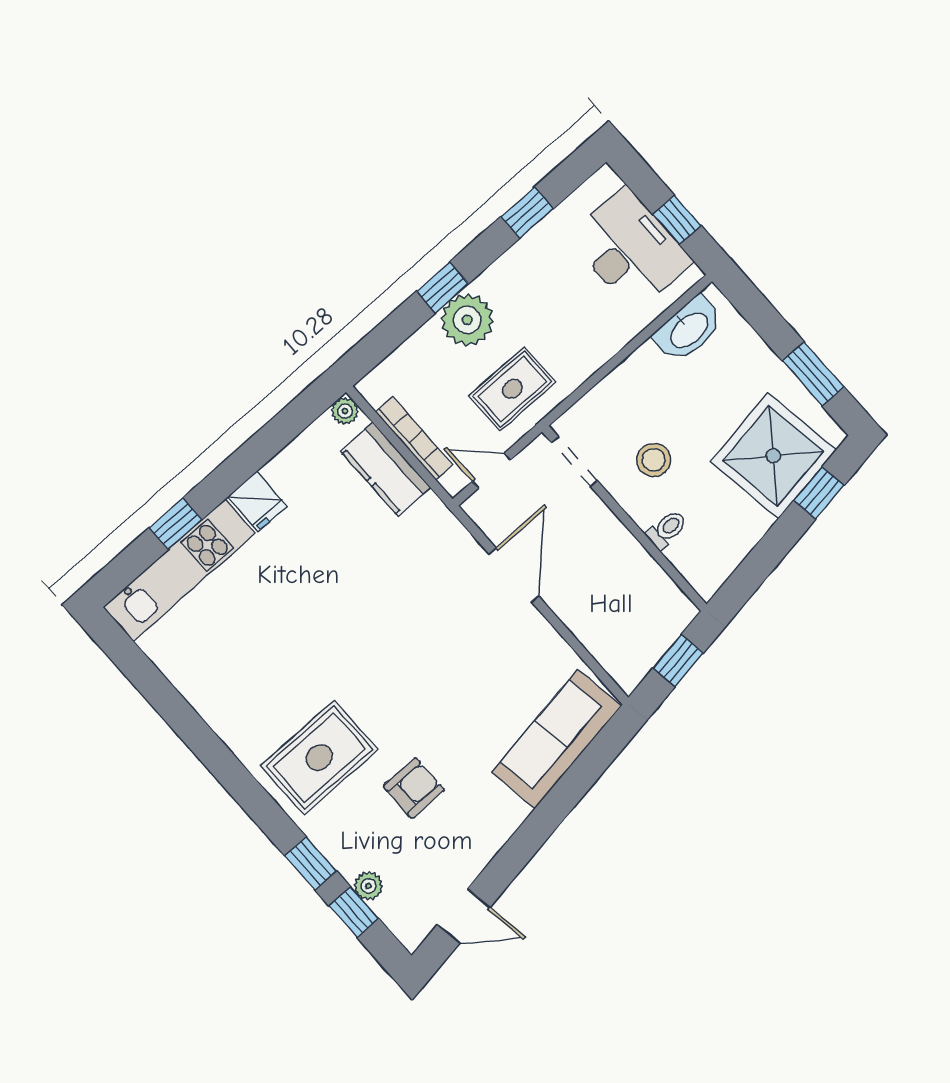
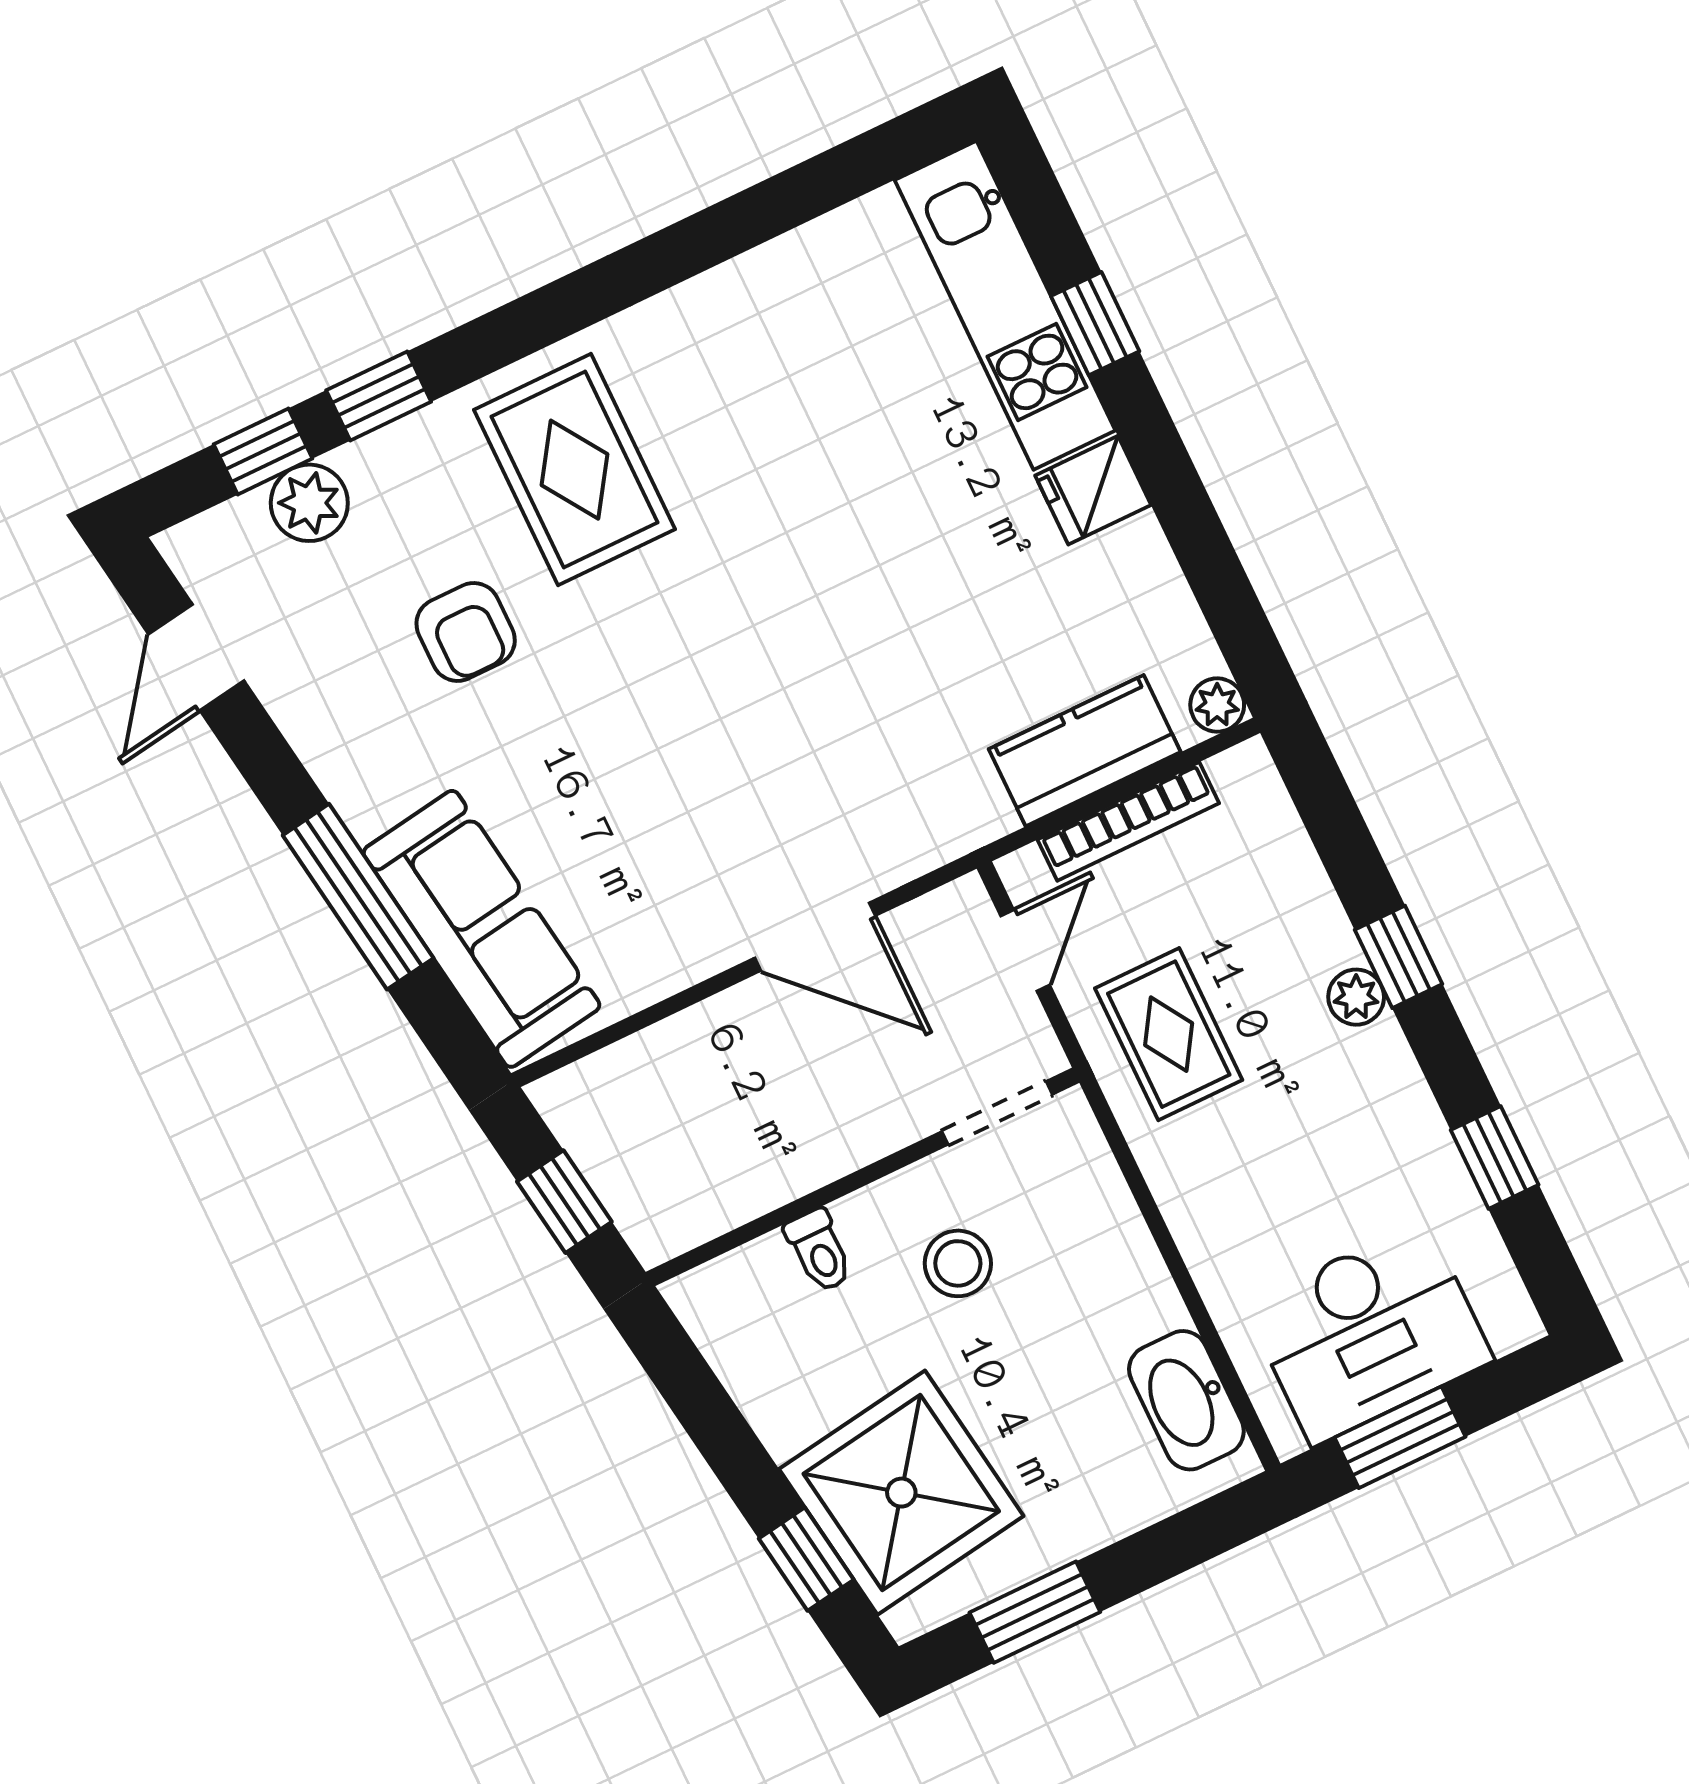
window: (677, 220) -> (1400, 1437), width x1.50
plant: (467, 320) -> (1356, 997), width x0.53, depth x0.53
window: (558, 804) -> (358, 897), added
plant: (368, 886) -> (309, 503), width x1.38, depth x1.38

